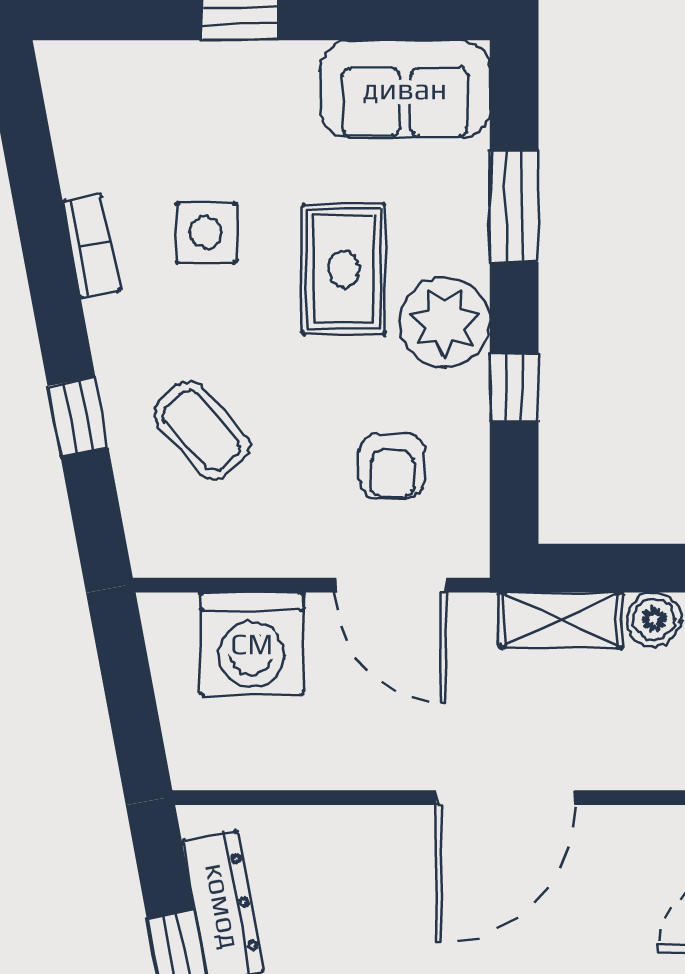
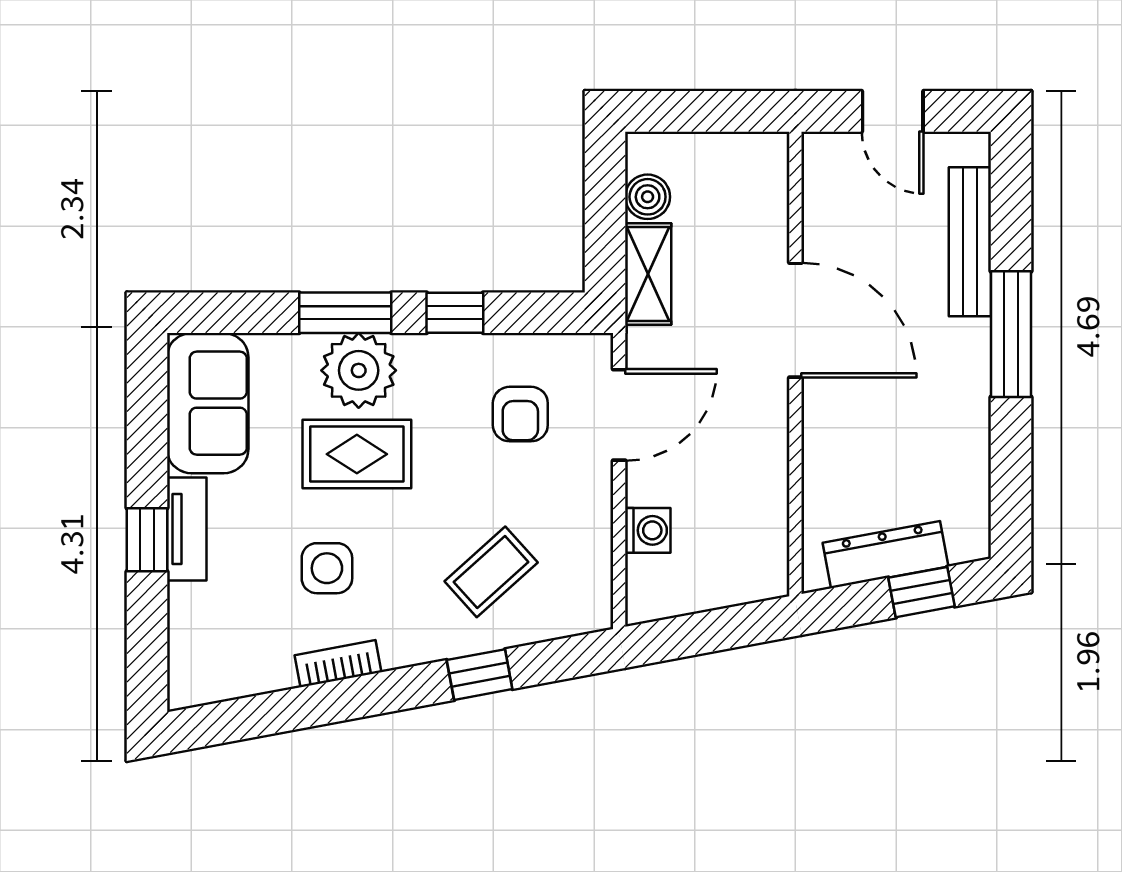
tv unit: (253, 64) -> (187, 529), added
window: (514, 206) -> (345, 313), moved
plant: (445, 322) -> (359, 370), moved
armchair: (392, 466) -> (520, 414), turned 90
washing machine: (252, 644) -> (648, 530), width x0.53, depth x0.53

